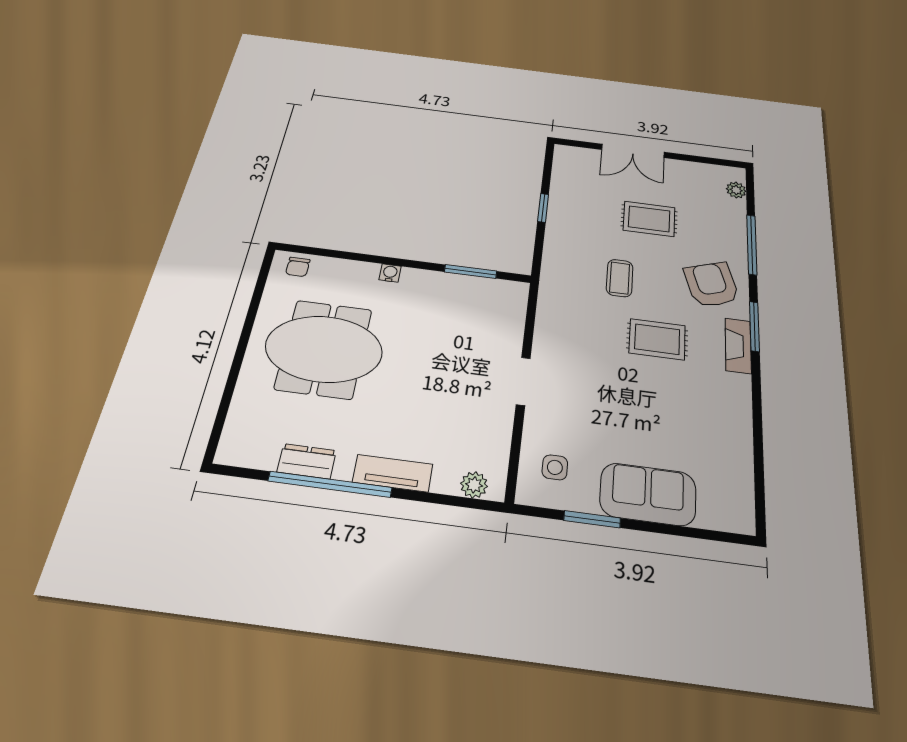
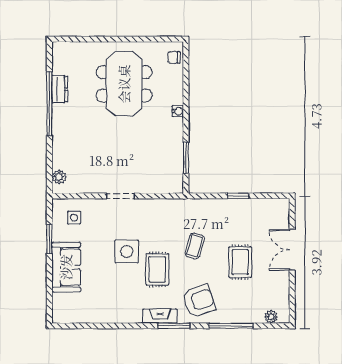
coffee table: (620, 278) -> (195, 246), turned -74
side table: (624, 384) -> (127, 251), added
tv unit: (393, 473) -> (59, 134), removed

